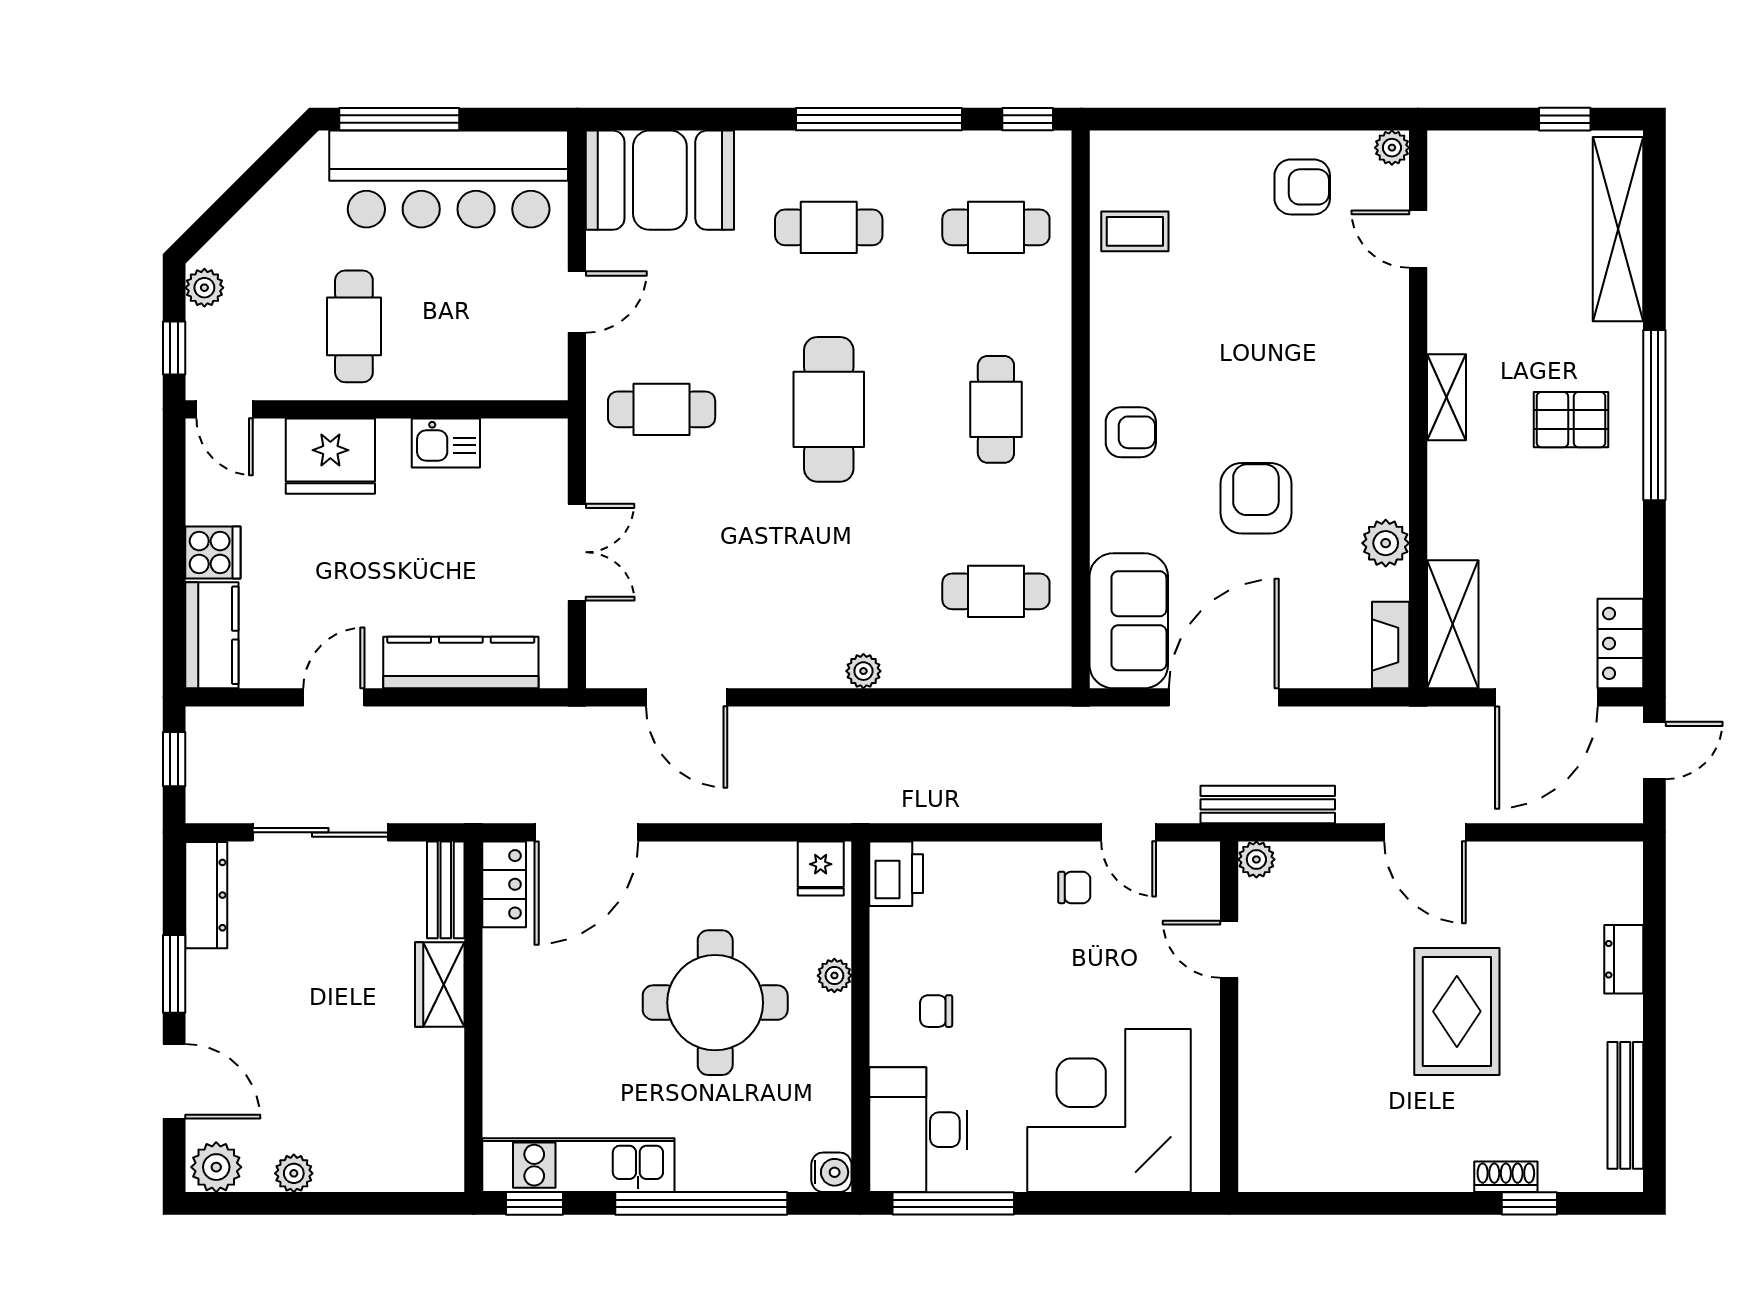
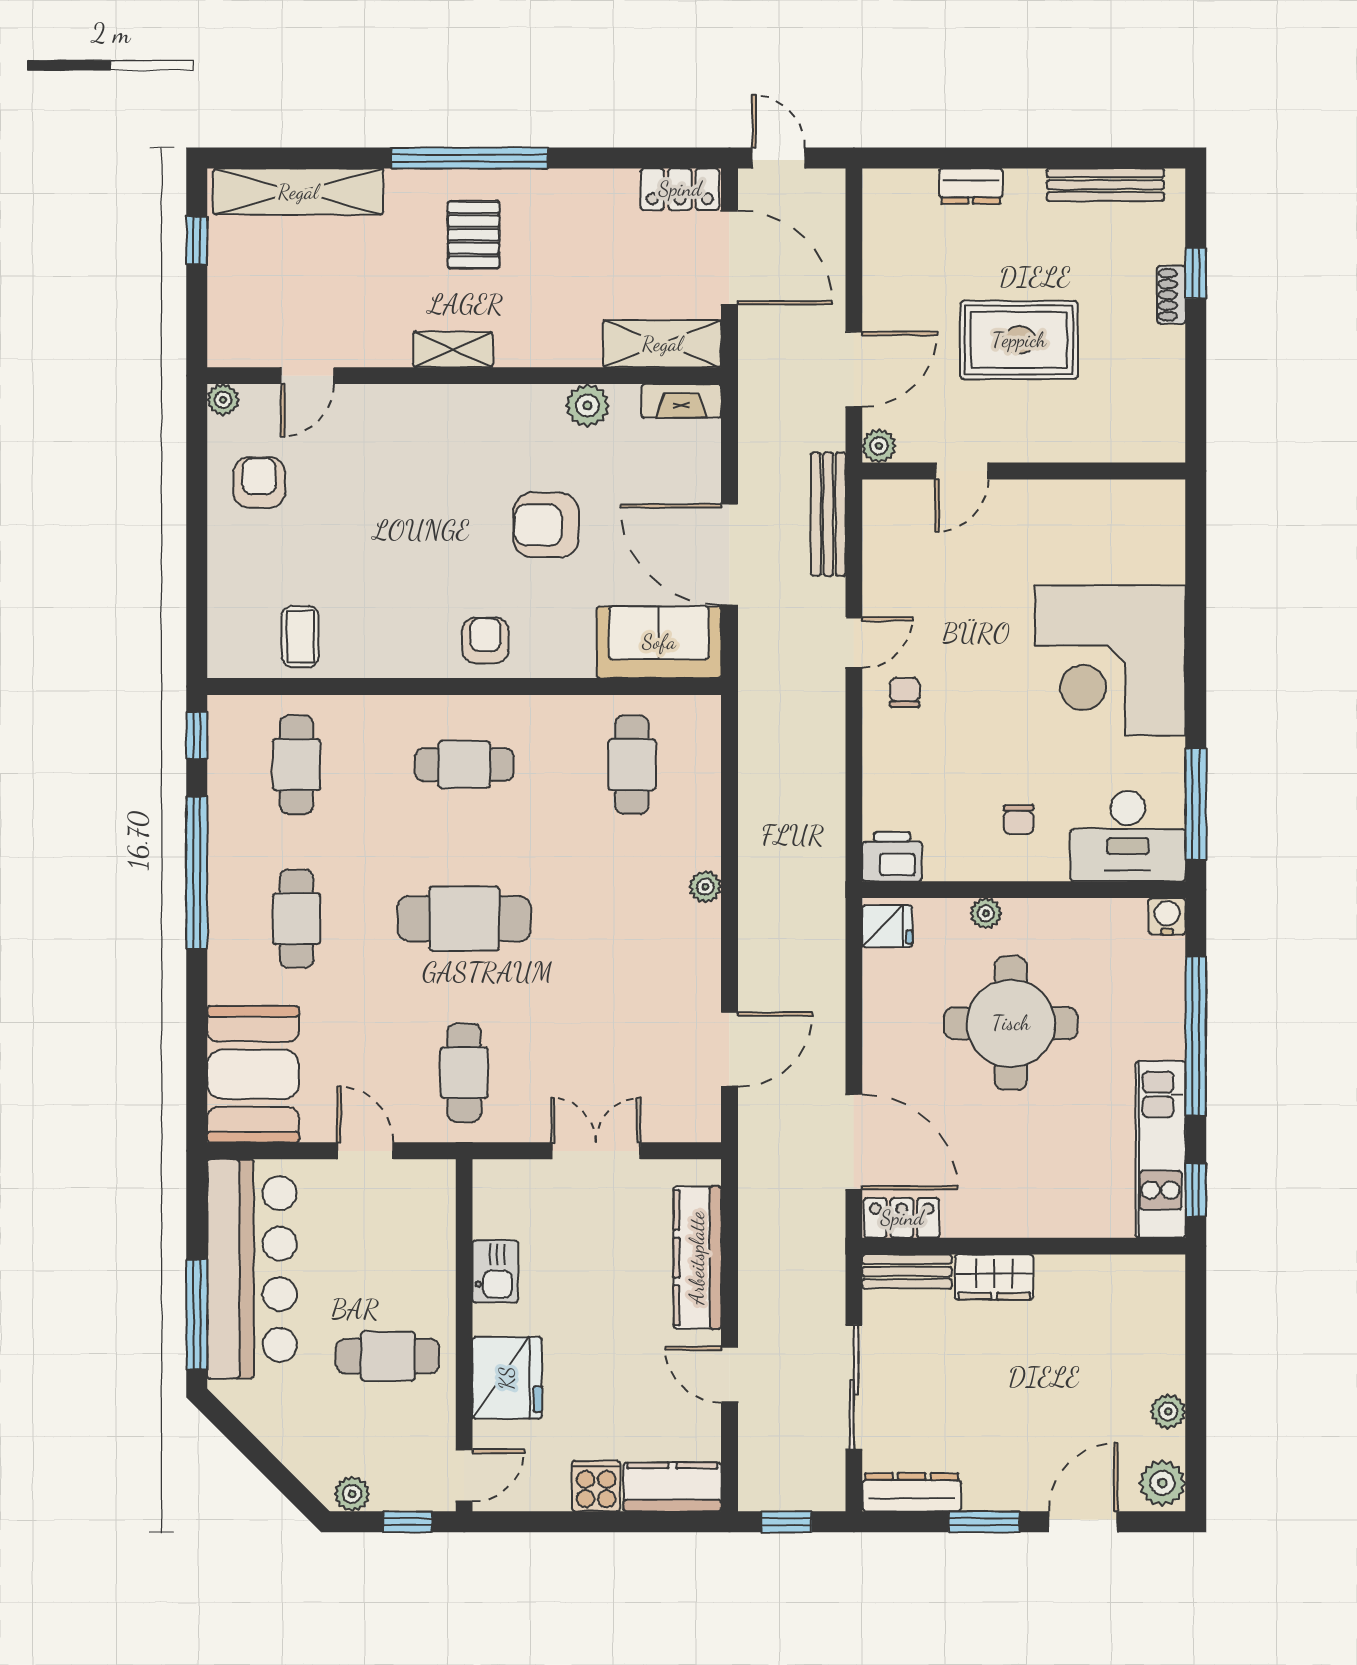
plant: (1256, 859) -> (879, 446), moved
door: (1229, 949) -> (962, 471), moved
wall: (1229, 1017) -> (1024, 471), moved

